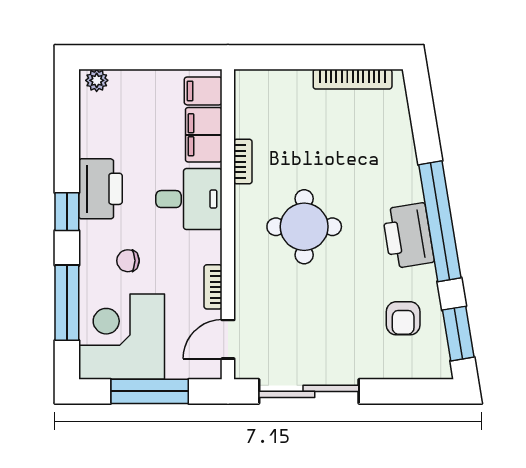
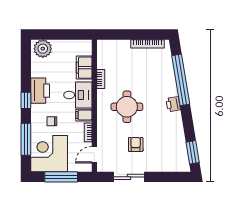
plant: (97, 80) -> (43, 49), width x1.87, depth x1.87
filing cabinet: (203, 91) -> (84, 115), moved
window: (440, 221) -> (181, 80), moved
printer: (408, 236) -> (173, 104), width x0.53, depth x0.68
armchair: (403, 318) -> (136, 144), moved, turned 180
sliding door: (309, 391) -> (129, 177), width x0.73

